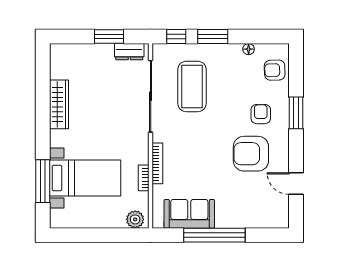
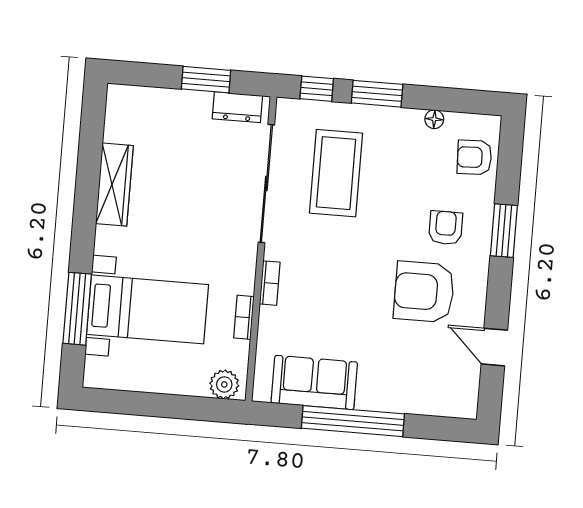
bookcase: (157, 163) -> (270, 283), width x0.64

